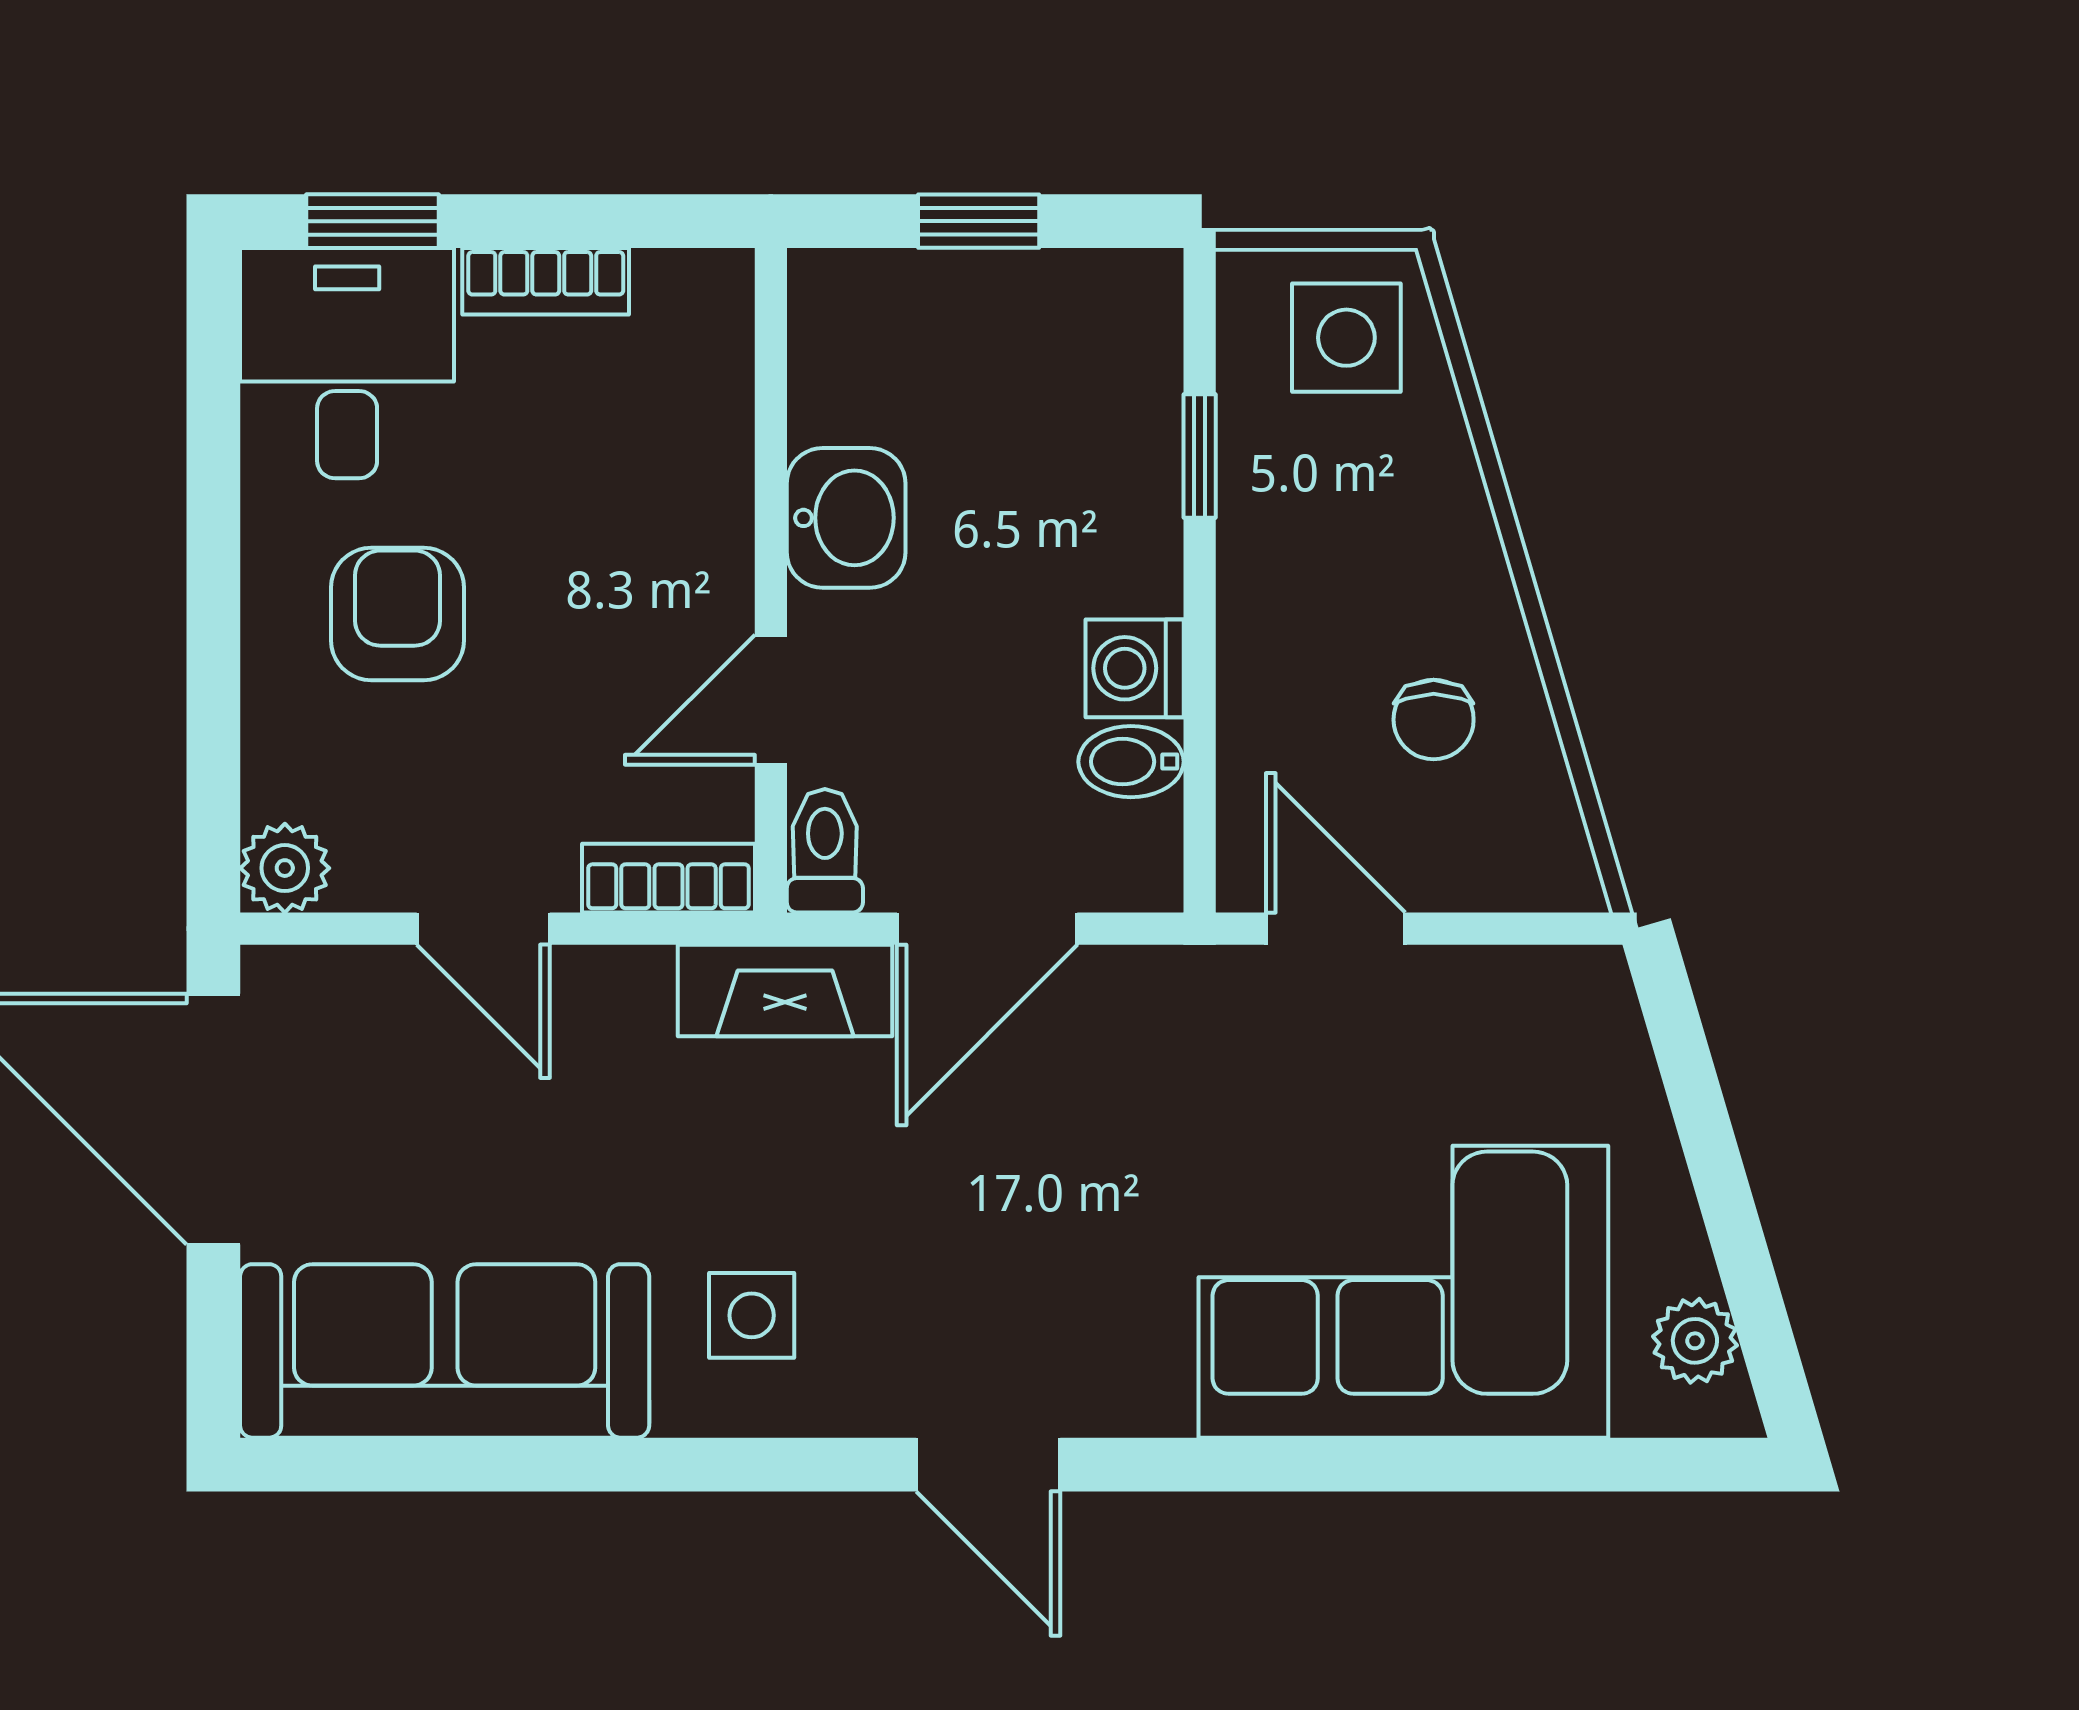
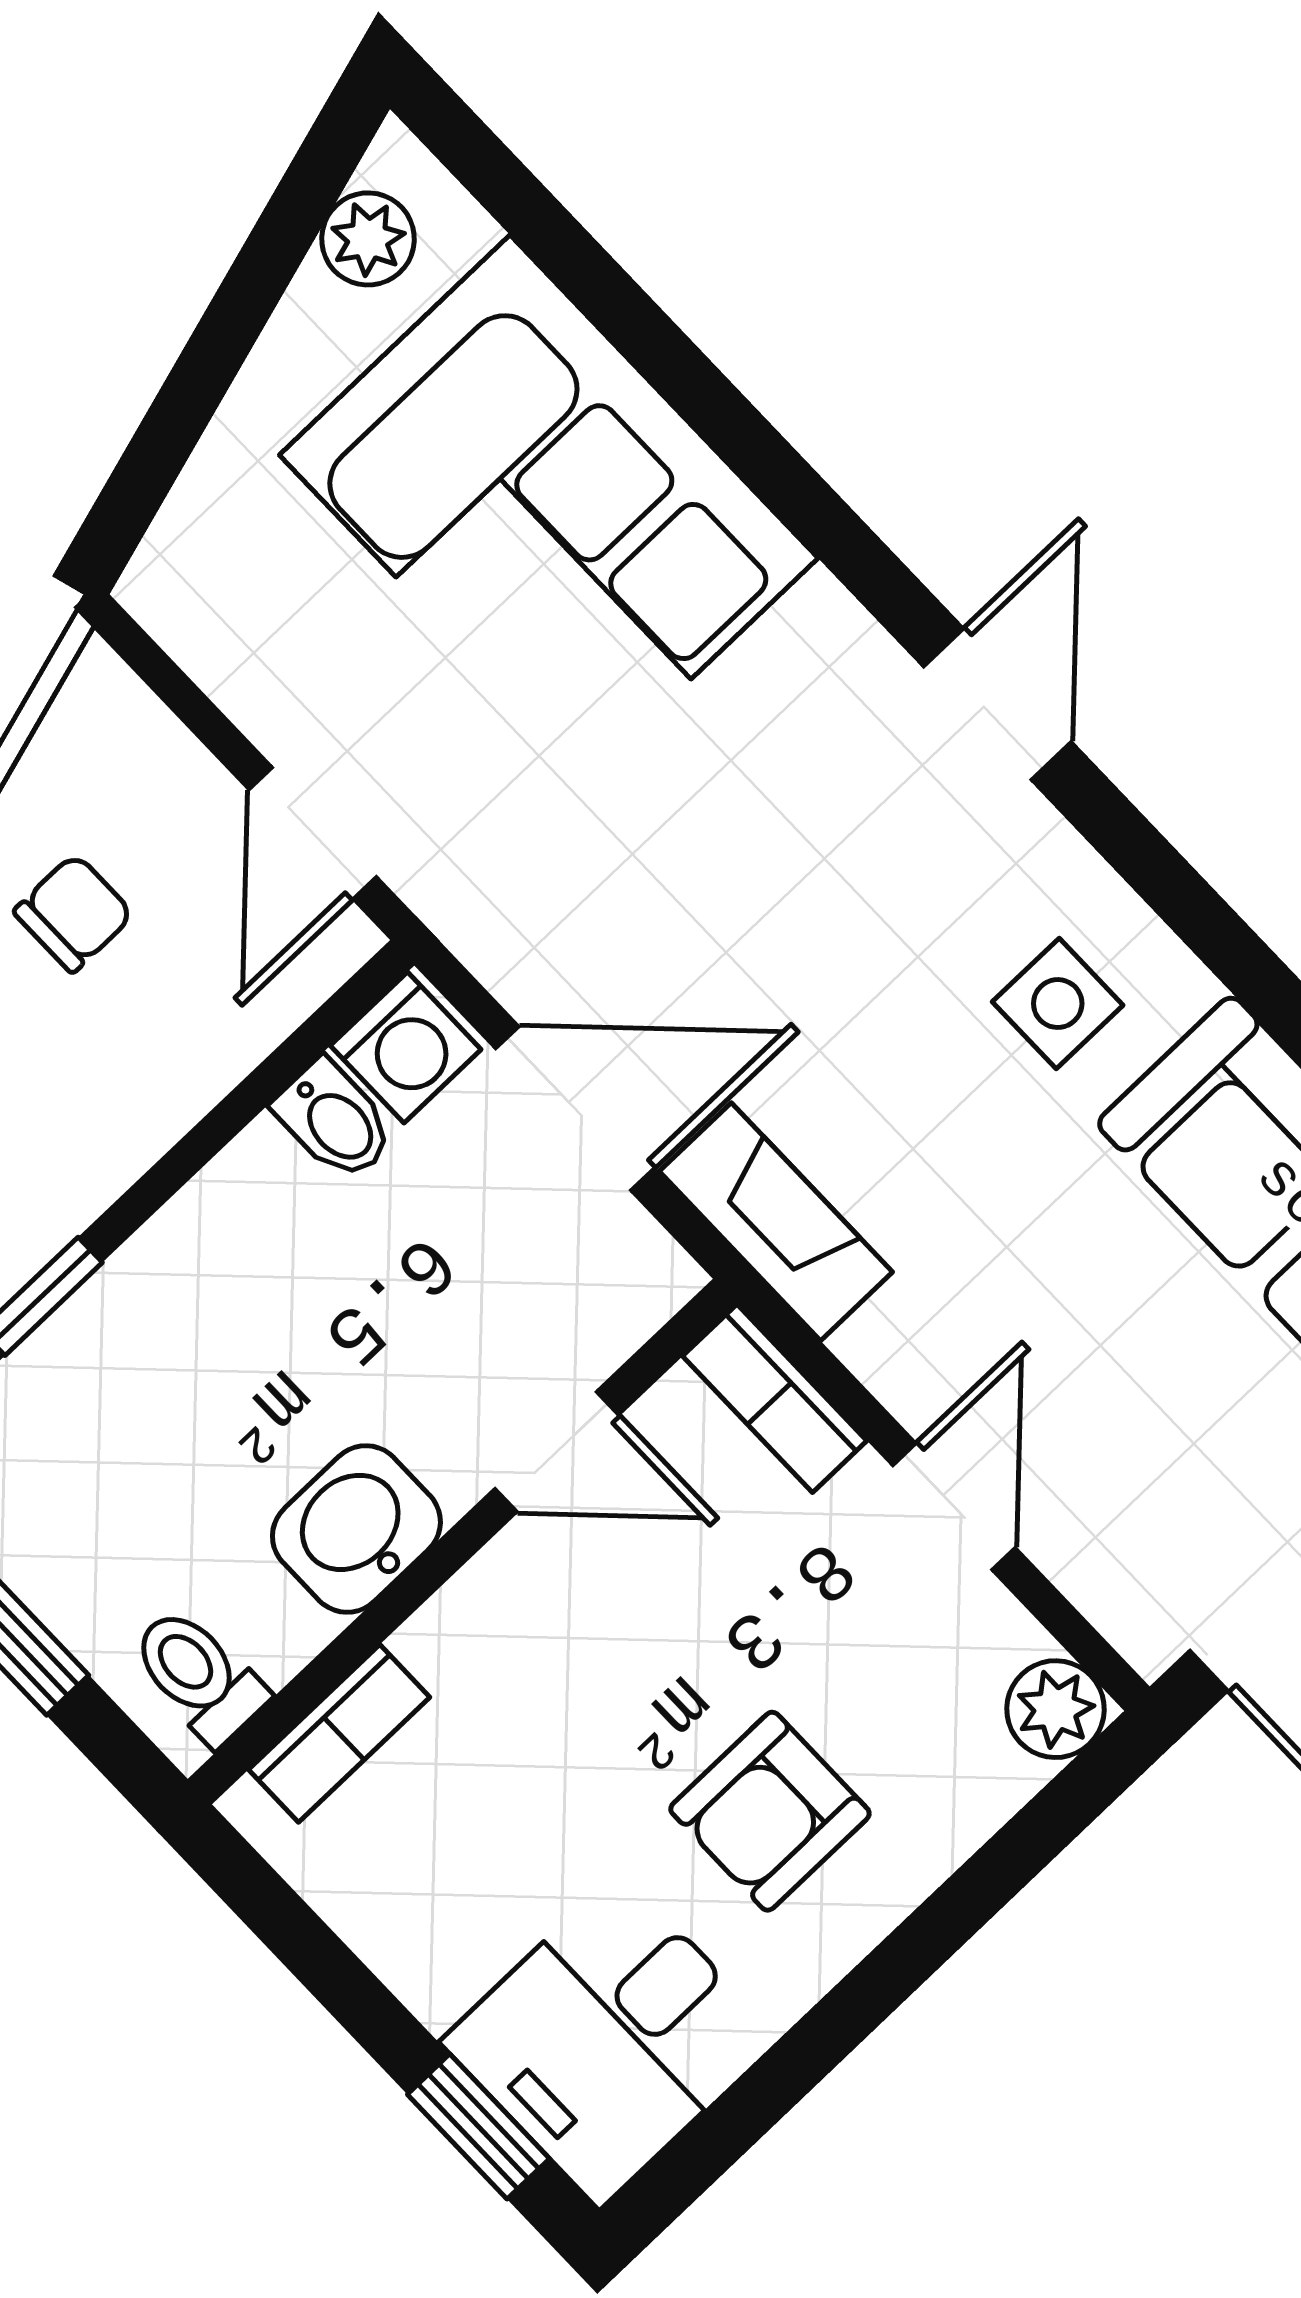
bookcase: (546, 281) -> (339, 1733), moved, turned 90
washing machine: (1135, 668) -> (406, 1048), moved
toilet: (825, 851) -> (199, 1676), moved, turned 90

